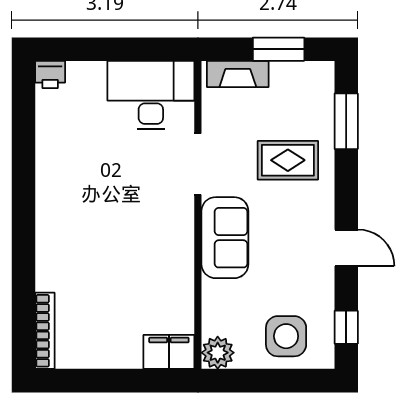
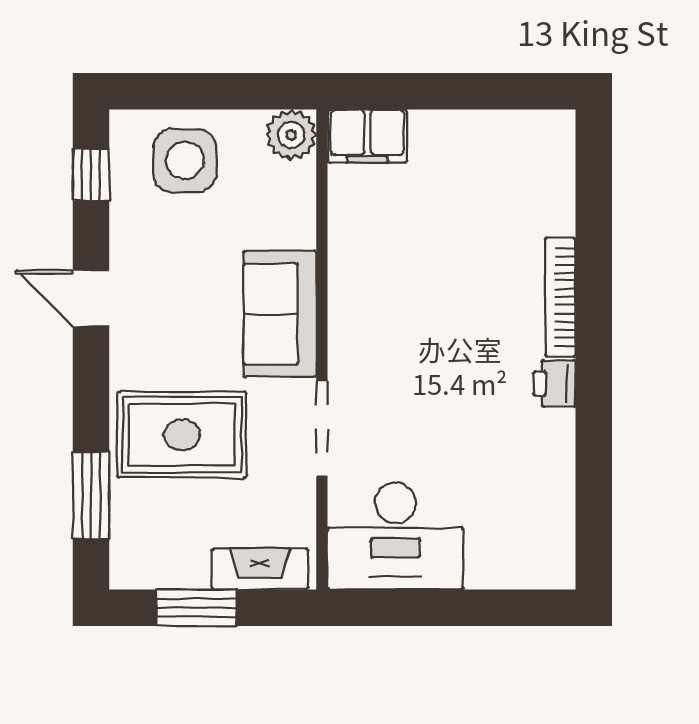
printer: (50, 74) -> (554, 383), moved, turned -90
rug: (288, 160) -> (182, 435), width x1.36, depth x1.43
bookcase: (45, 331) -> (560, 297), moved

